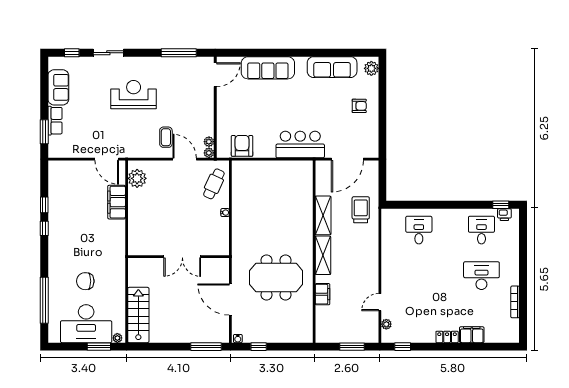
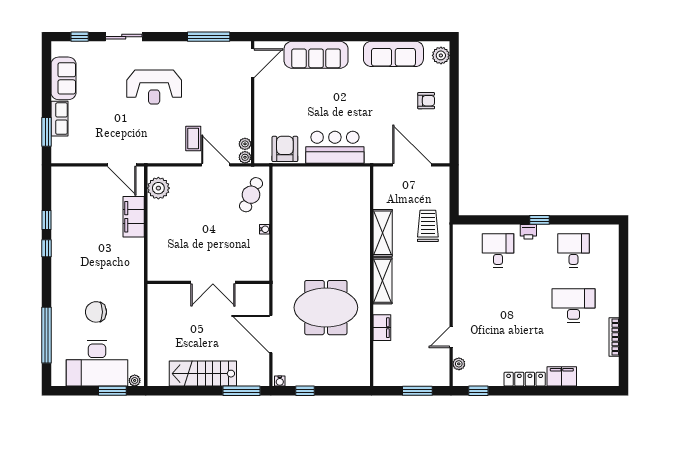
reception desk: (134, 95) -> (154, 87), turned 180
bar counter: (300, 144) -> (335, 147), moved
door: (347, 159) -> (412, 165), swing flipped
window: (501, 205) -> (540, 220), moved
printer: (504, 215) -> (528, 232), moved
stairs: (138, 315) -> (203, 374), moved, turned -90
locker: (447, 337) -> (525, 379), width x1.53

